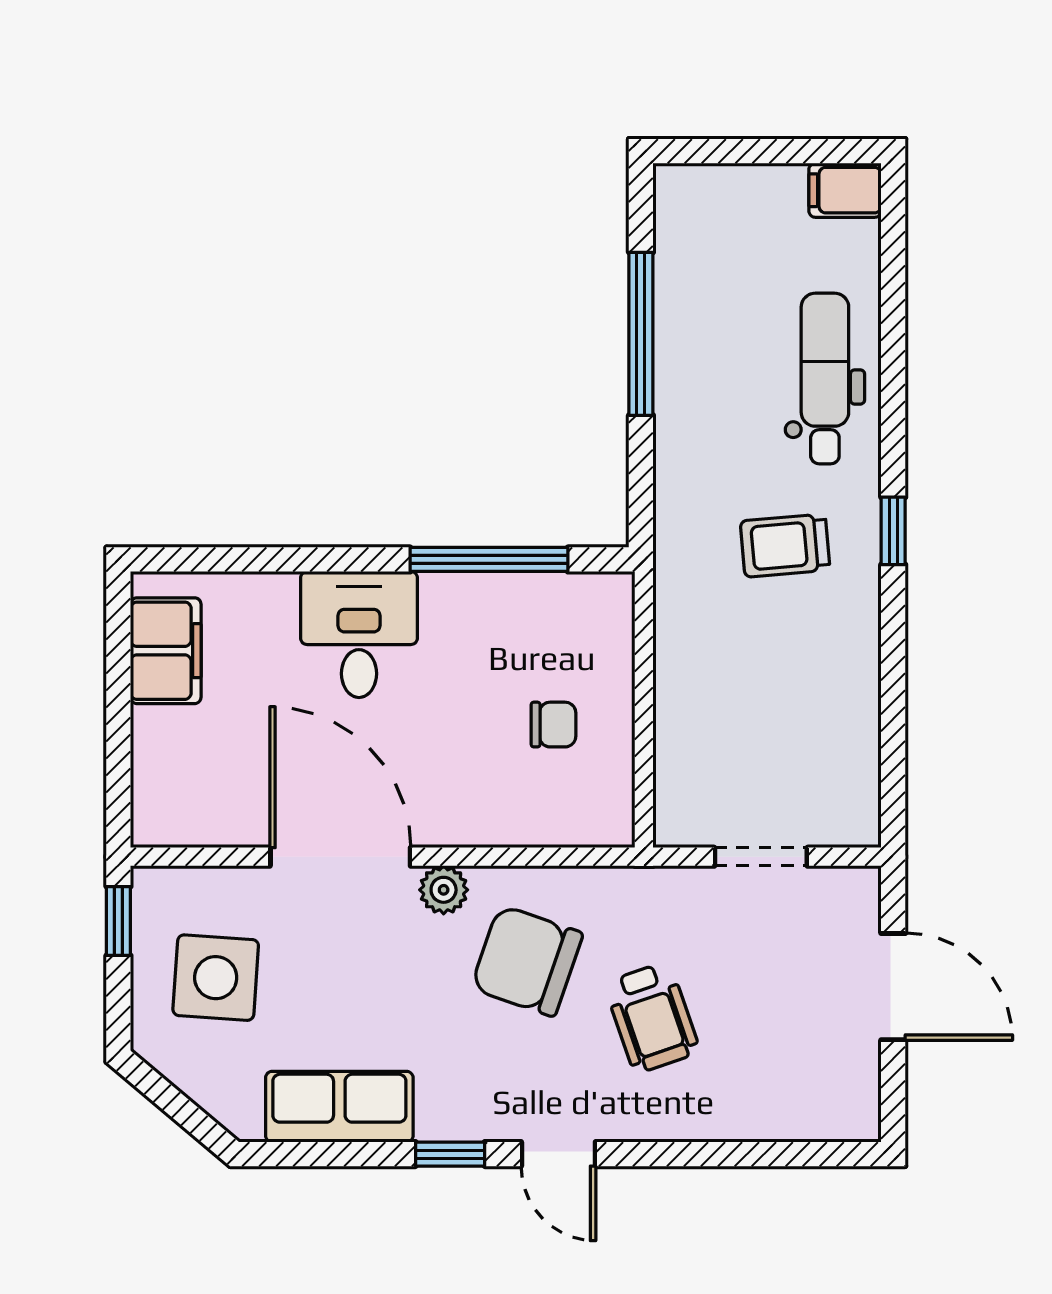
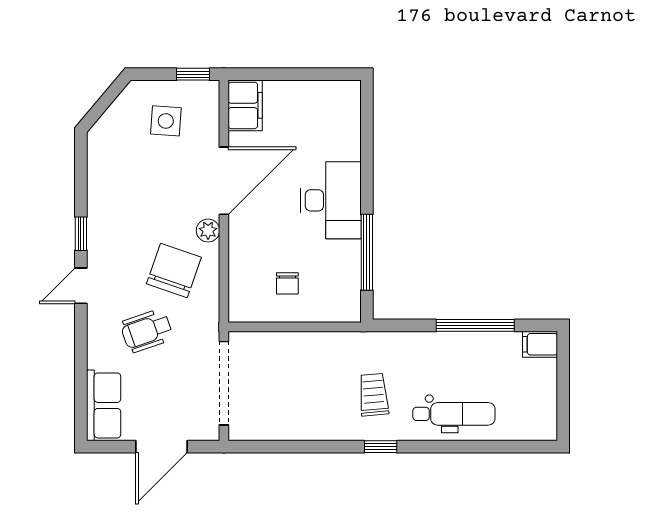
filing cabinet: (845, 190) -> (540, 344), moved, turned -90
desk: (359, 634) -> (331, 200), width x1.37
filing cabinet: (166, 651) -> (245, 105), moved, turned -90
doorway: (761, 857) -> (224, 383), width x1.87
side table: (216, 978) -> (166, 121), width x0.73, depth x0.73
row of seats: (339, 1107) -> (104, 405), moved

